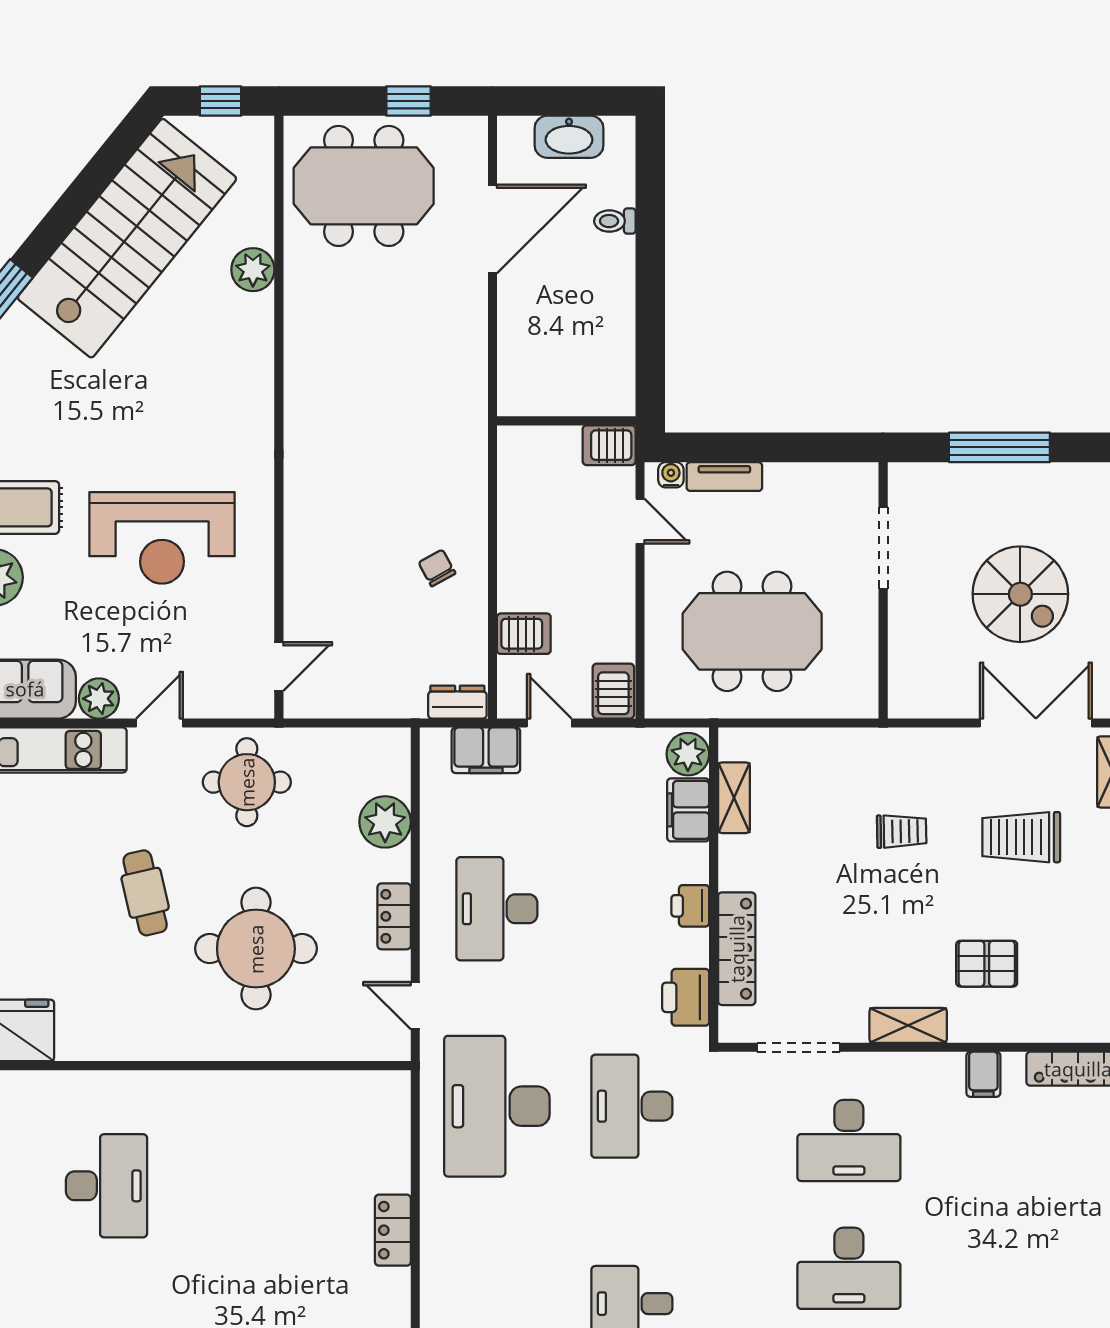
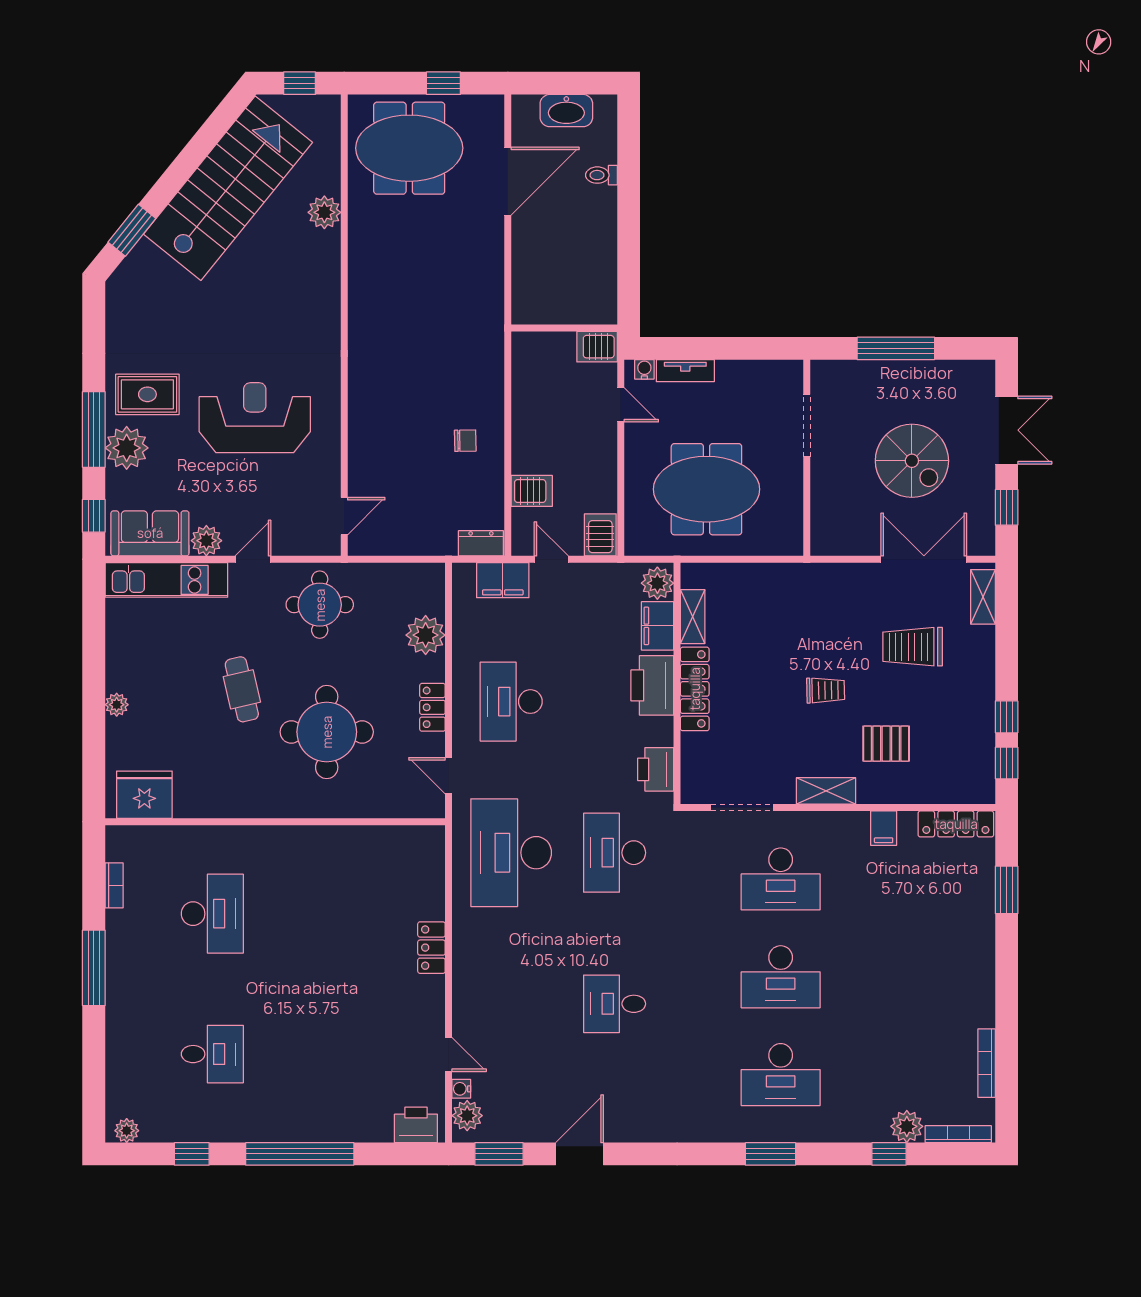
reception desk: (162, 538) -> (255, 418), turned 180
chair: (437, 568) -> (465, 441), turned 118
trolley: (902, 831) -> (826, 690), moved
printer: (690, 906) -> (652, 685), width x1.87, depth x1.48
locker: (737, 949) -> (695, 689), moved

